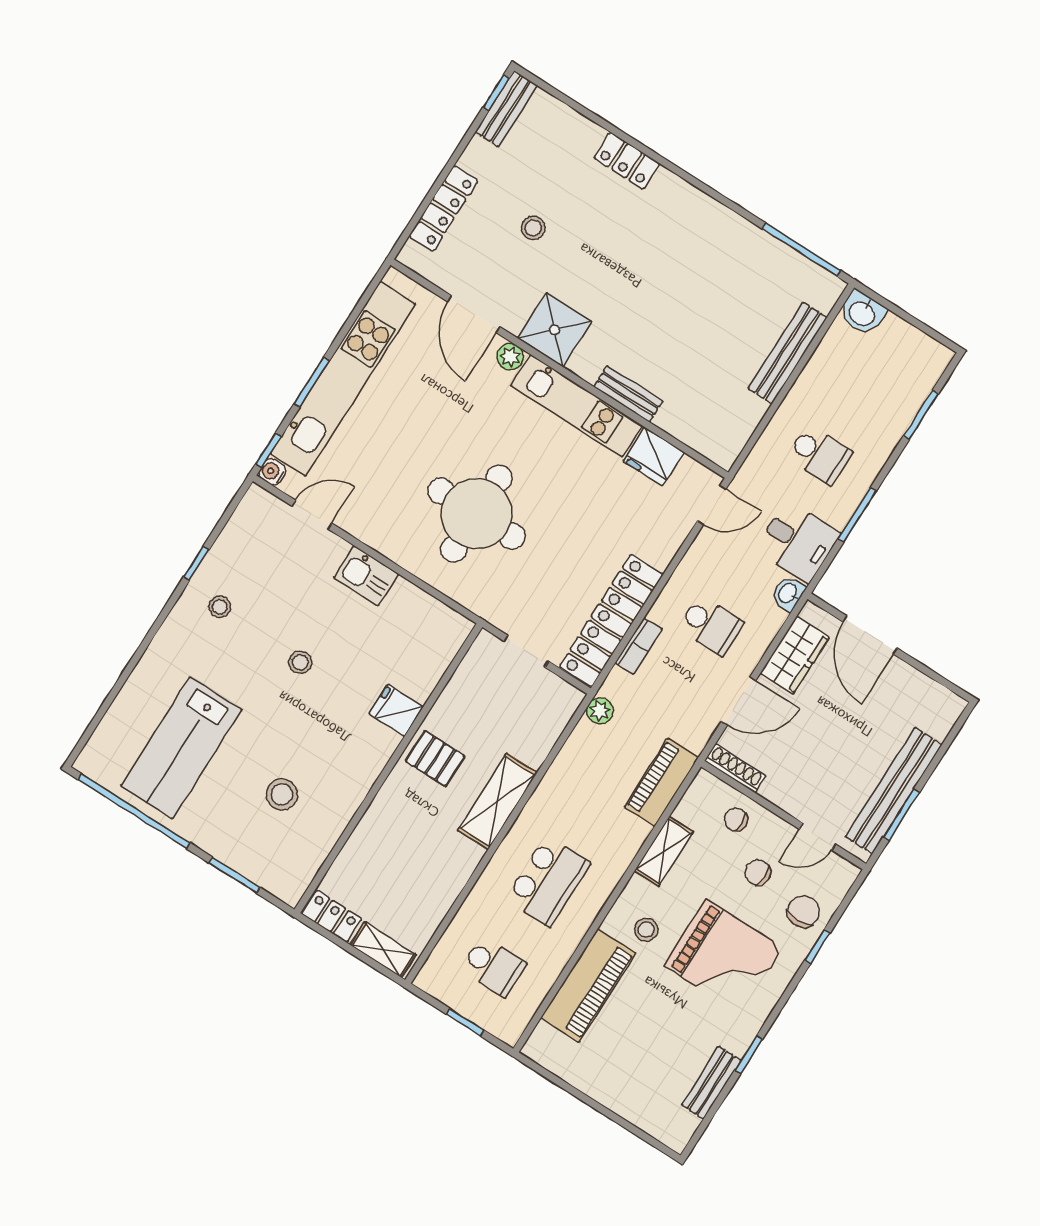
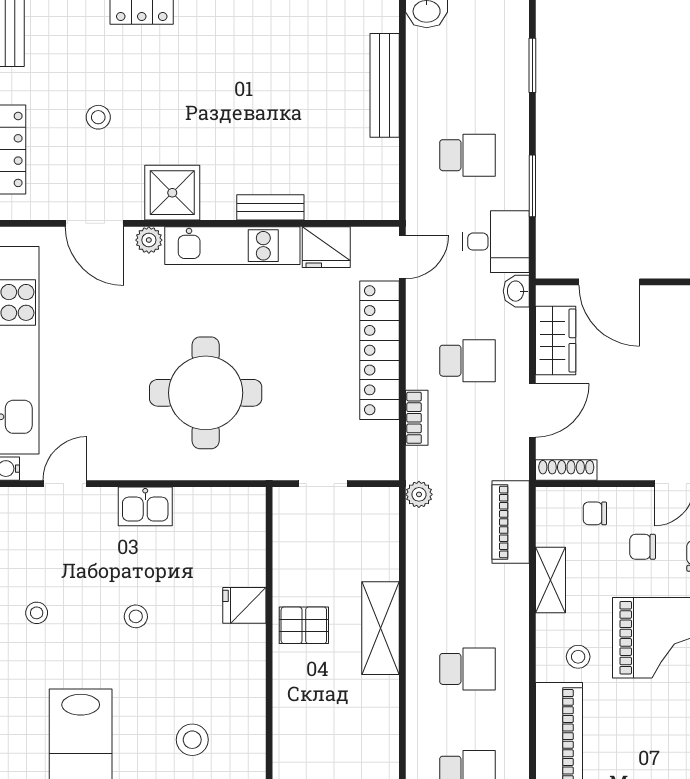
locker: (611, 621) -> (380, 350), moved
school desk: (548, 881) -> (467, 669), width x0.54

